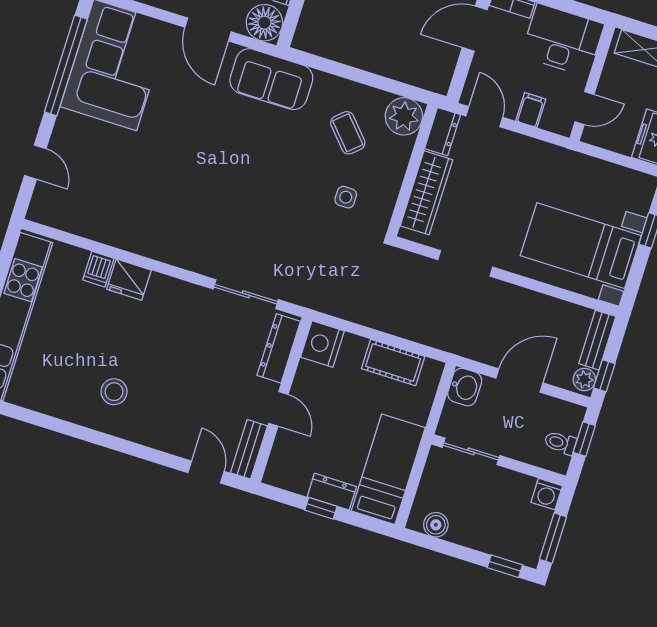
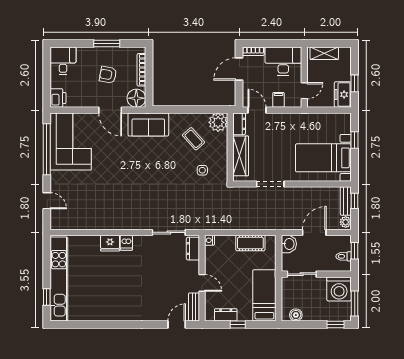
dishwasher: (98, 269) -> (126, 243), moved
nightstand: (322, 344) -> (210, 240), width x0.53, depth x0.56
dresser: (279, 348) -> (193, 249), width x0.70
window: (604, 376) -> (355, 201), moved
stool: (114, 392) -> (120, 300), removed
door: (206, 472) -> (177, 325), hinge flipped
dresser: (332, 492) -> (226, 315), moved
washing machine: (547, 494) -> (339, 289), width x1.89, depth x1.89

